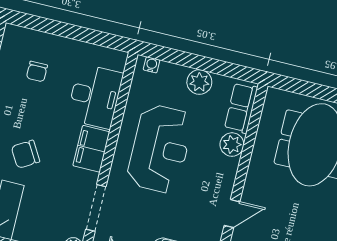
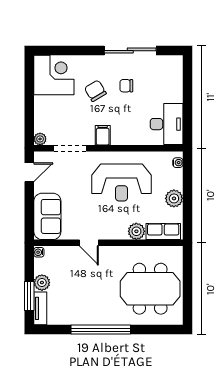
chair: (37, 72) -> (126, 86), moved
desk: (95, 96) -> (167, 124), moved, turned -90
filing cabinet: (91, 149) -> (103, 135), width x0.50

